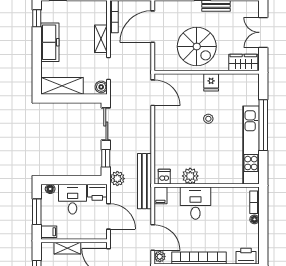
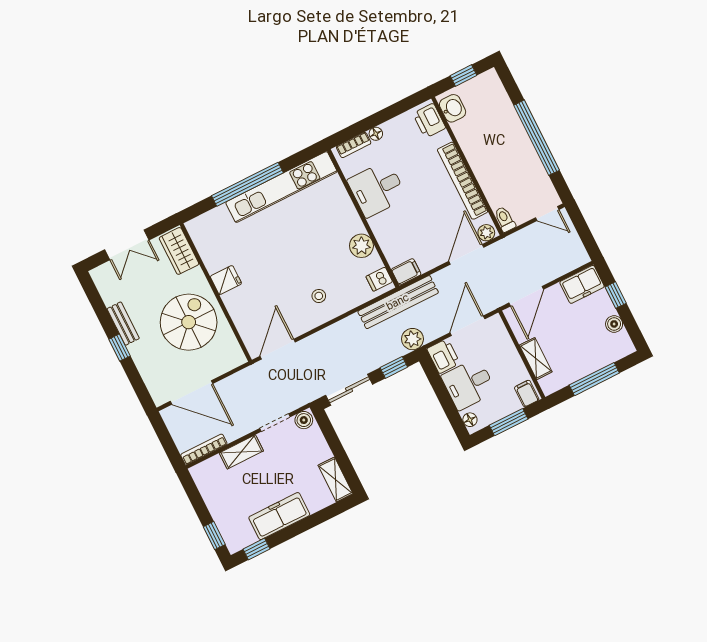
shelving: (62, 86) -> (335, 479), width x0.67, depth x0.75
stool: (208, 119) -> (319, 296), moved
desk: (195, 203) -> (377, 189), moved

